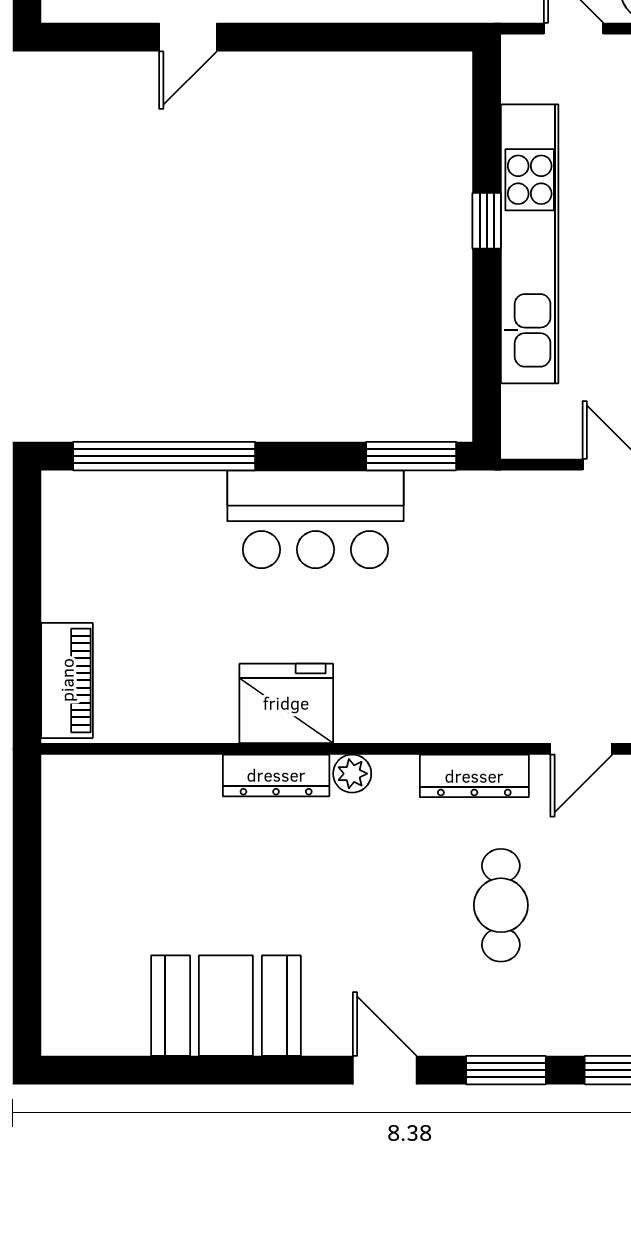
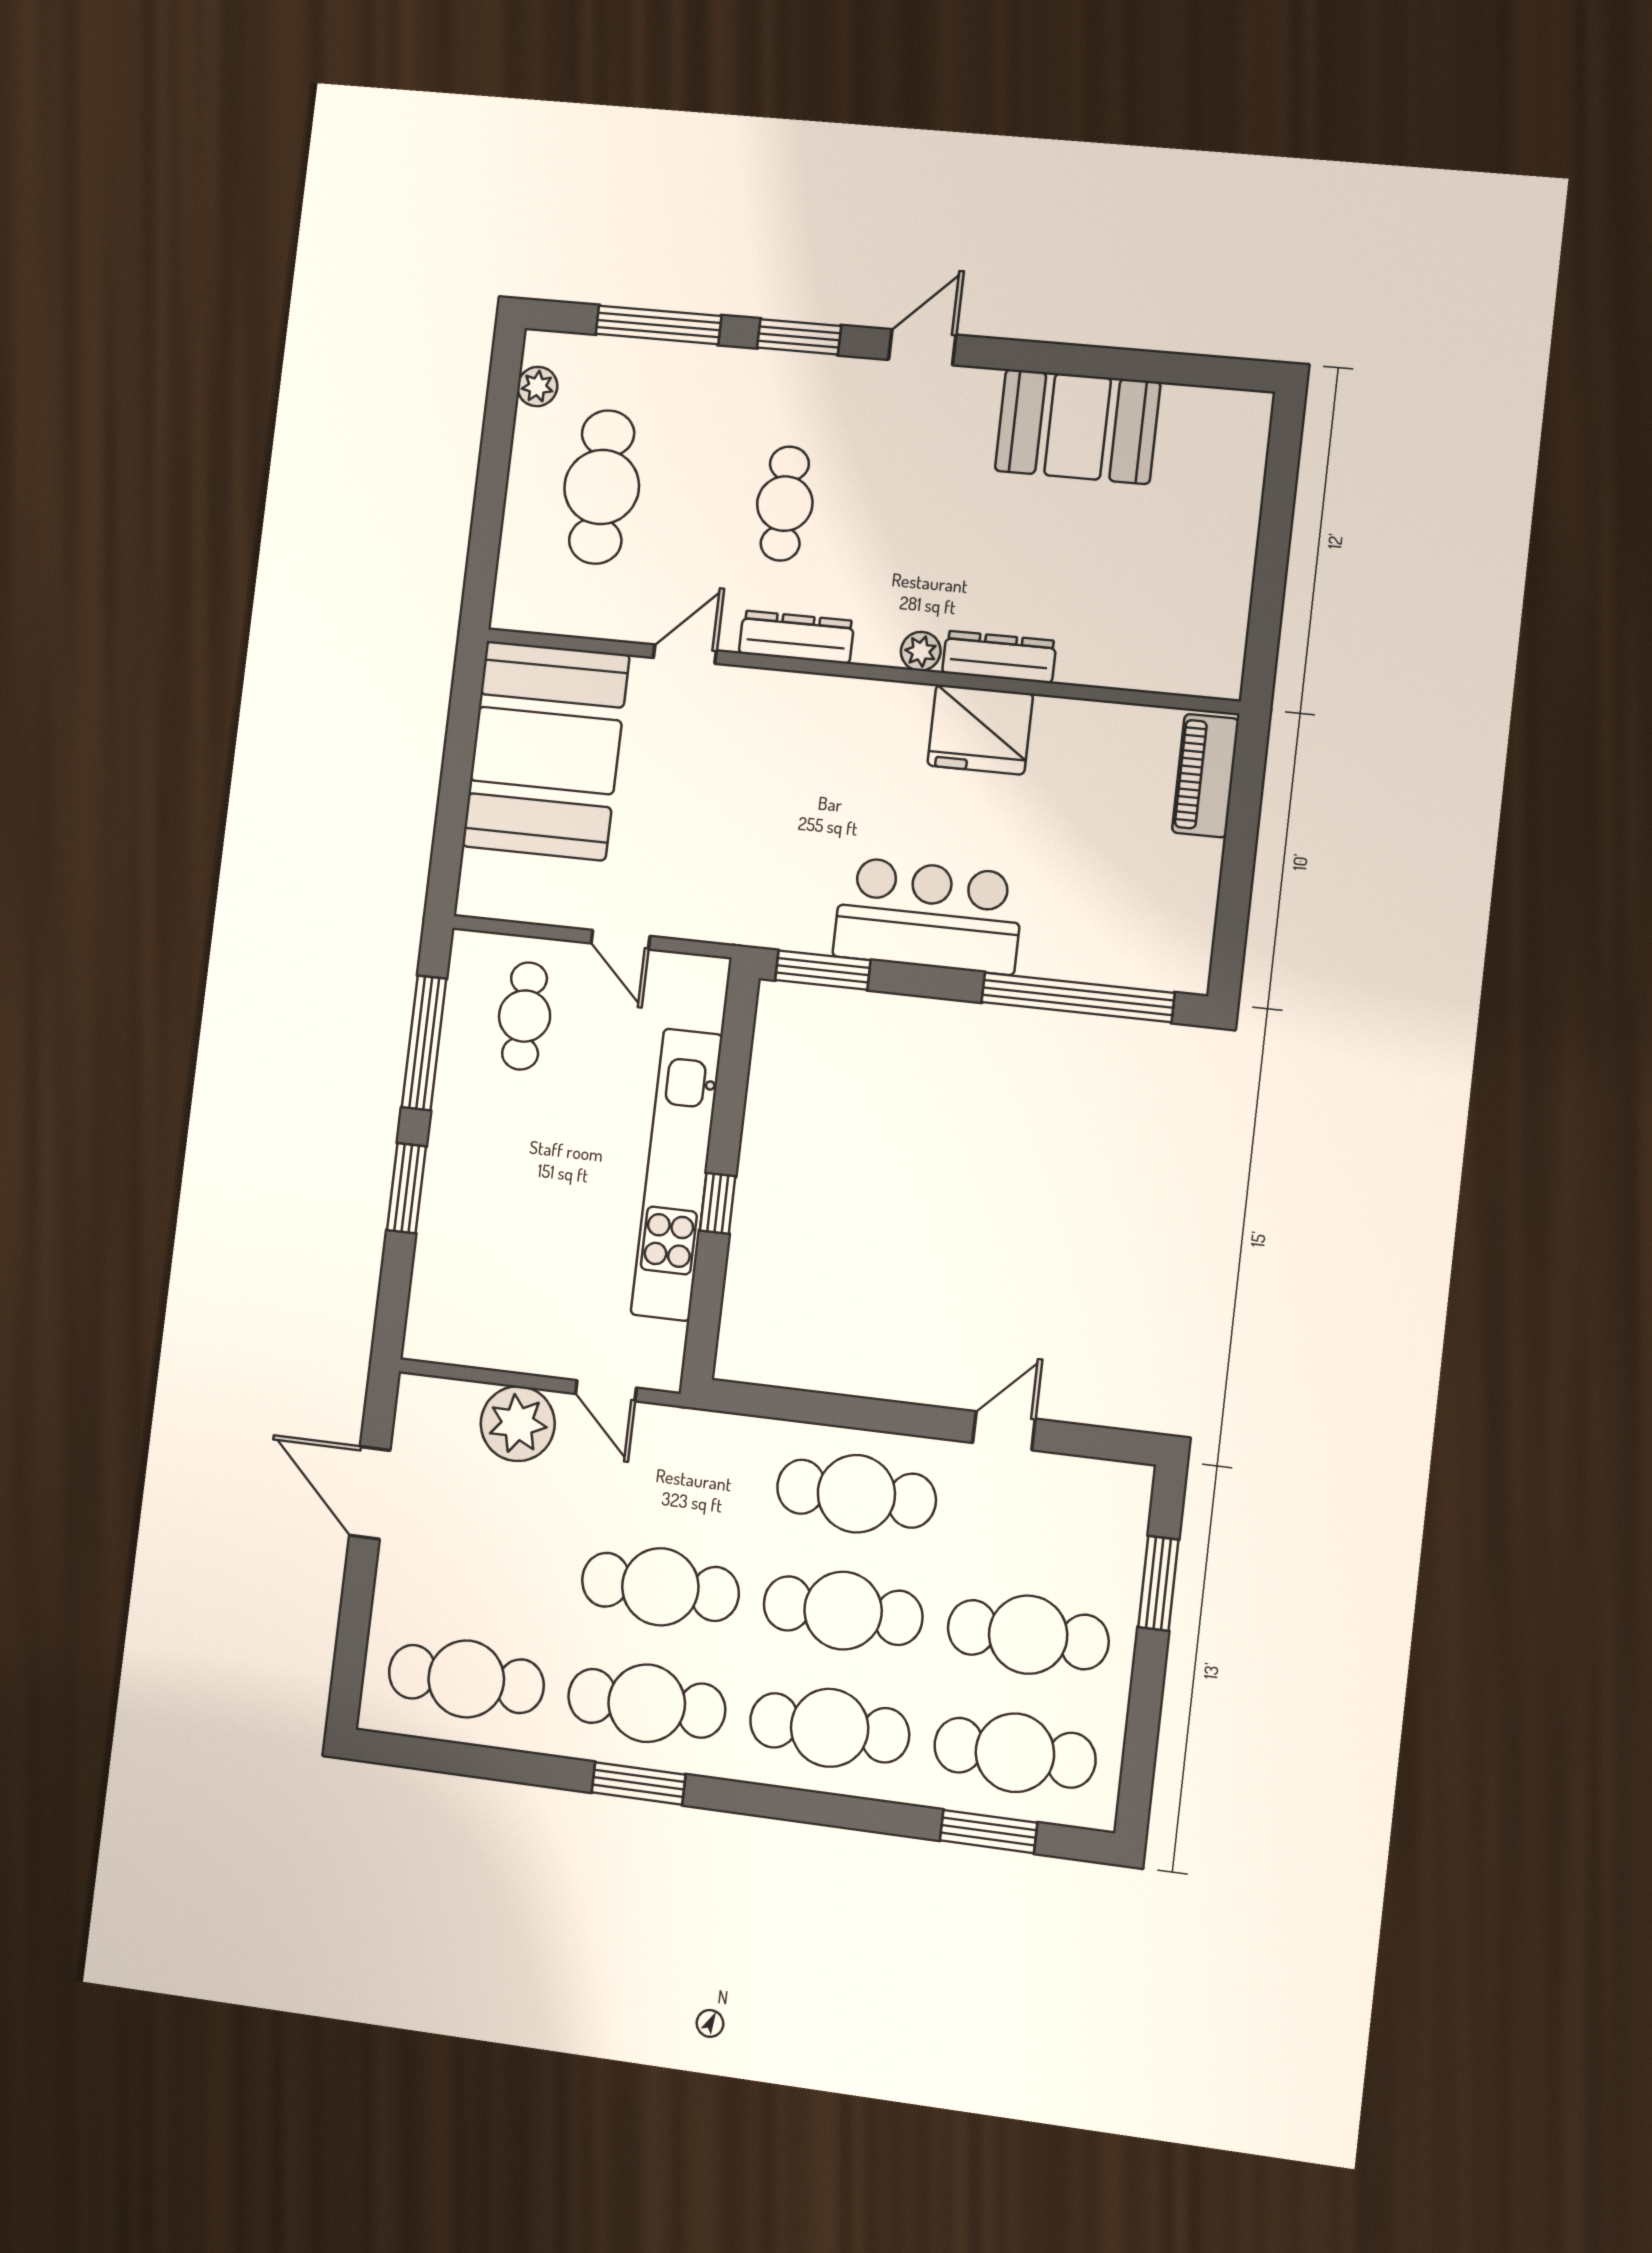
door: (385, 1070) -> (922, 347), swing flipped

